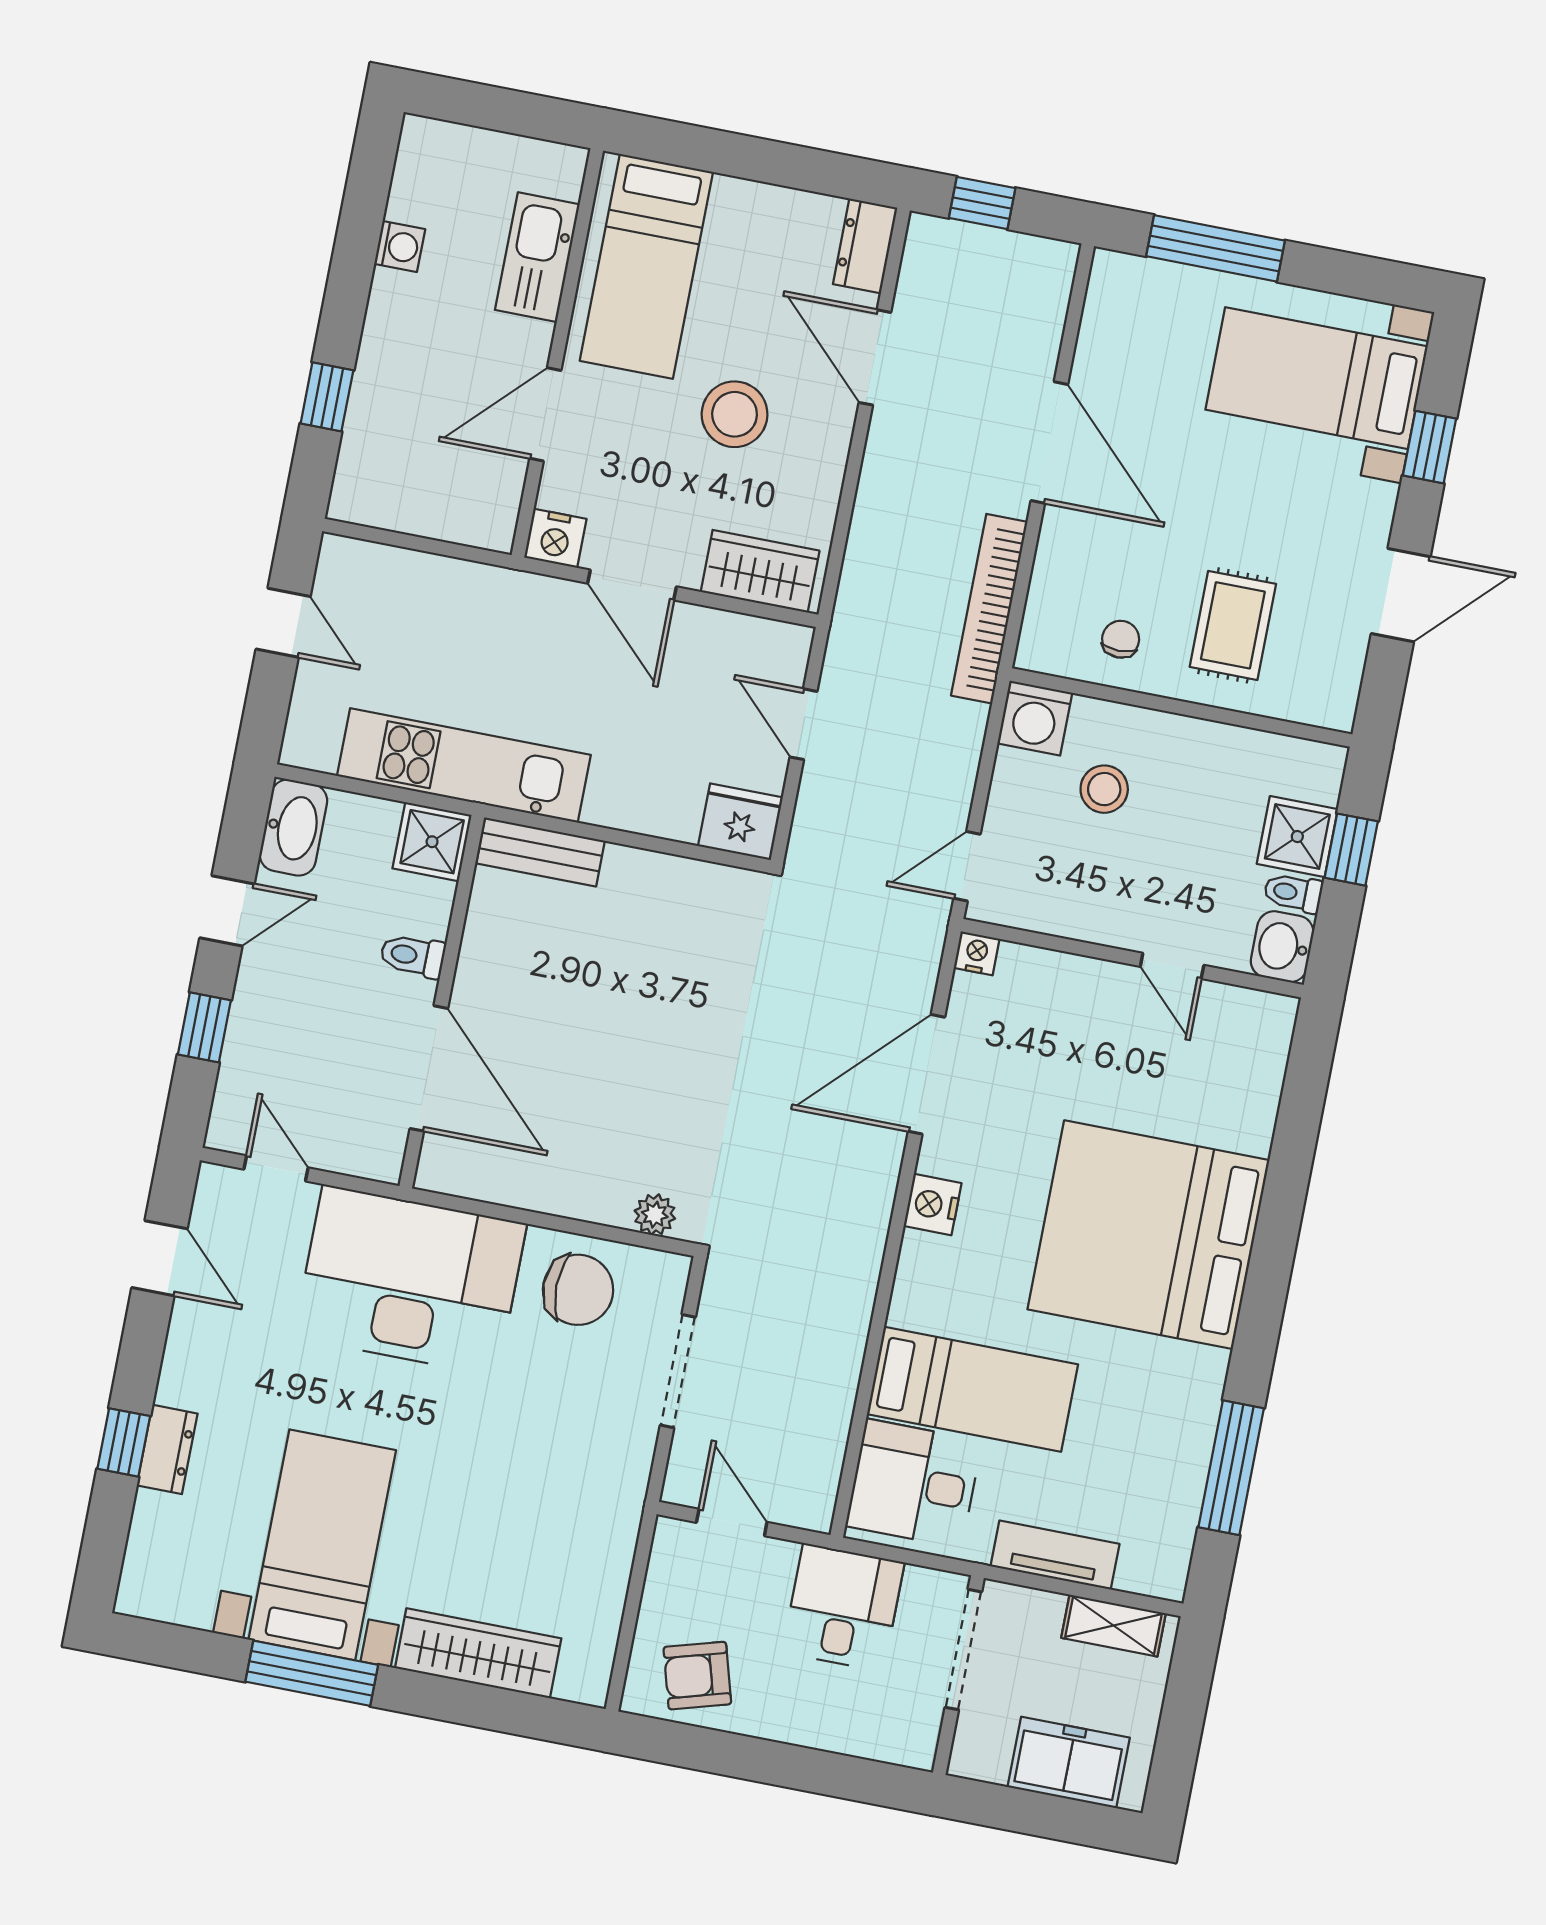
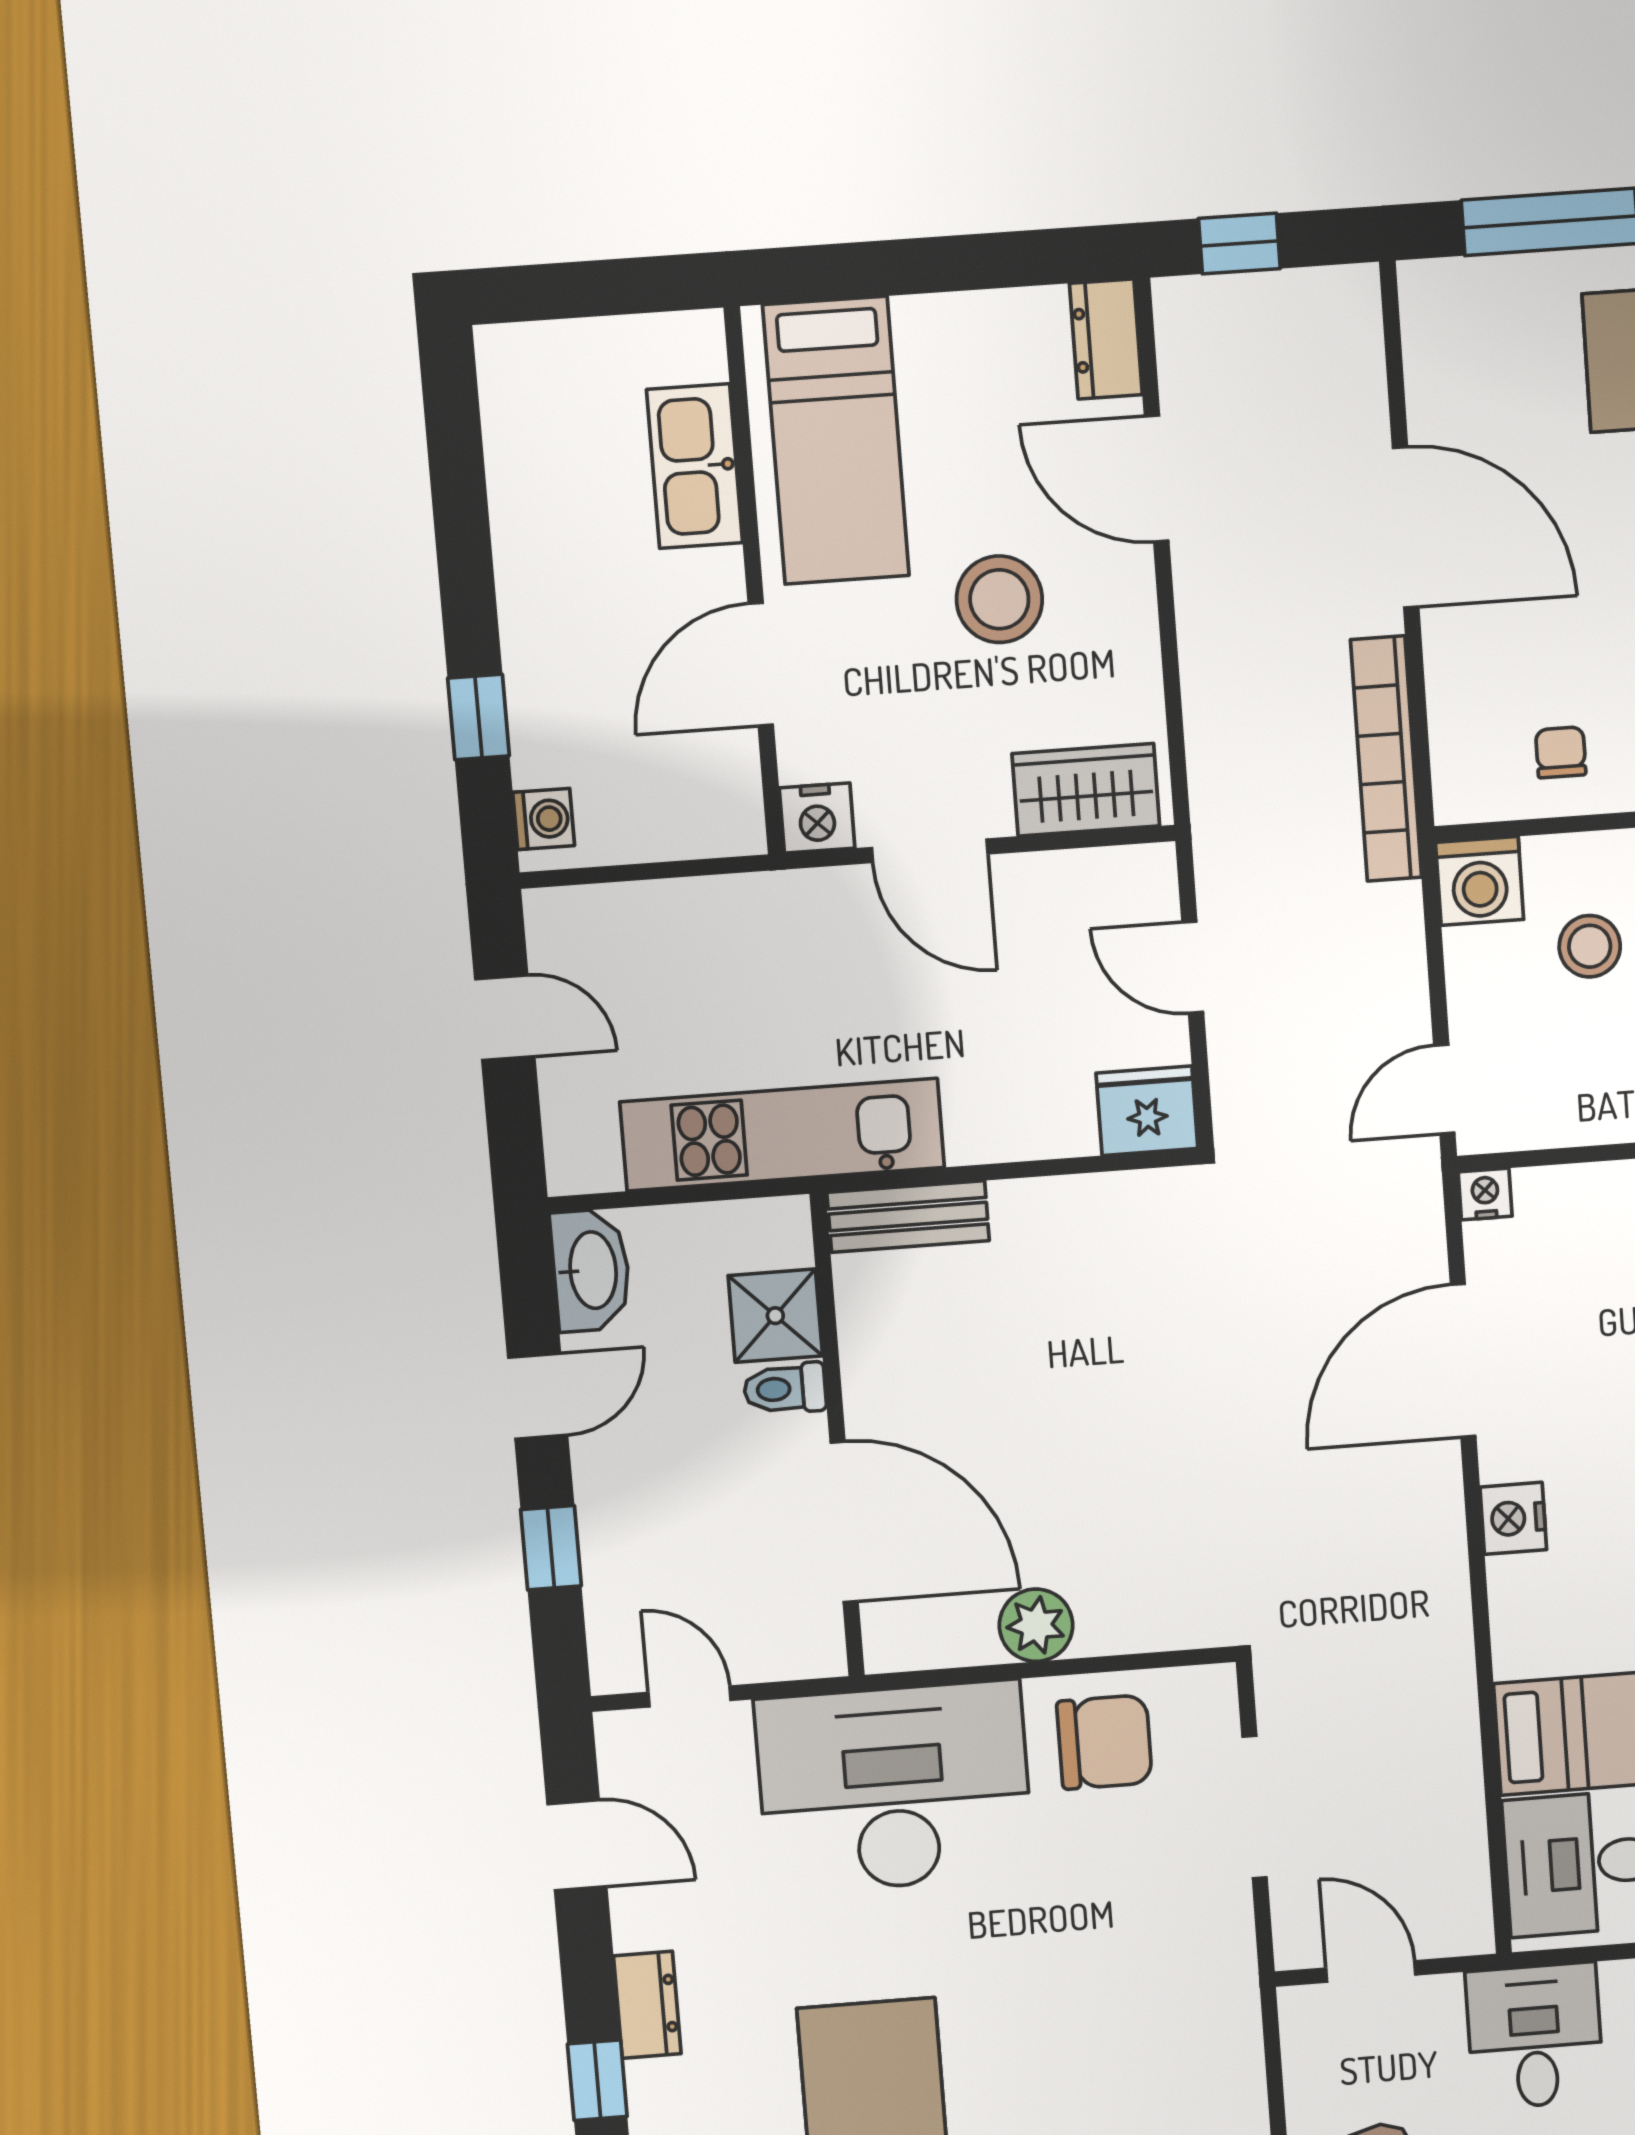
washing machine: (400, 246) -> (544, 819), moved
shower: (432, 842) -> (775, 1316), moved
plant: (655, 1215) -> (1036, 1625), moved, width x1.38, depth x1.38
dresser: (167, 1449) -> (647, 2005), moved

